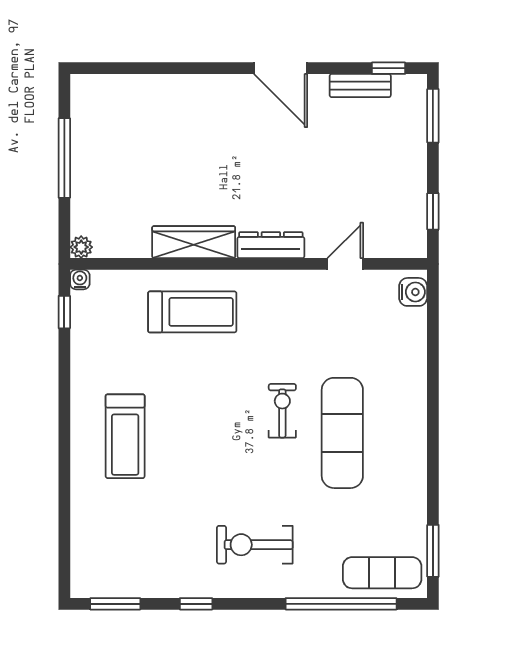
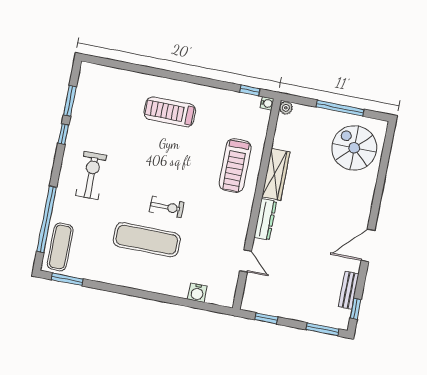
spiral stairs: (125, 122) -> (354, 148), added
water cooler: (413, 292) -> (197, 293), moved
window: (115, 604) -> (70, 101), moved

